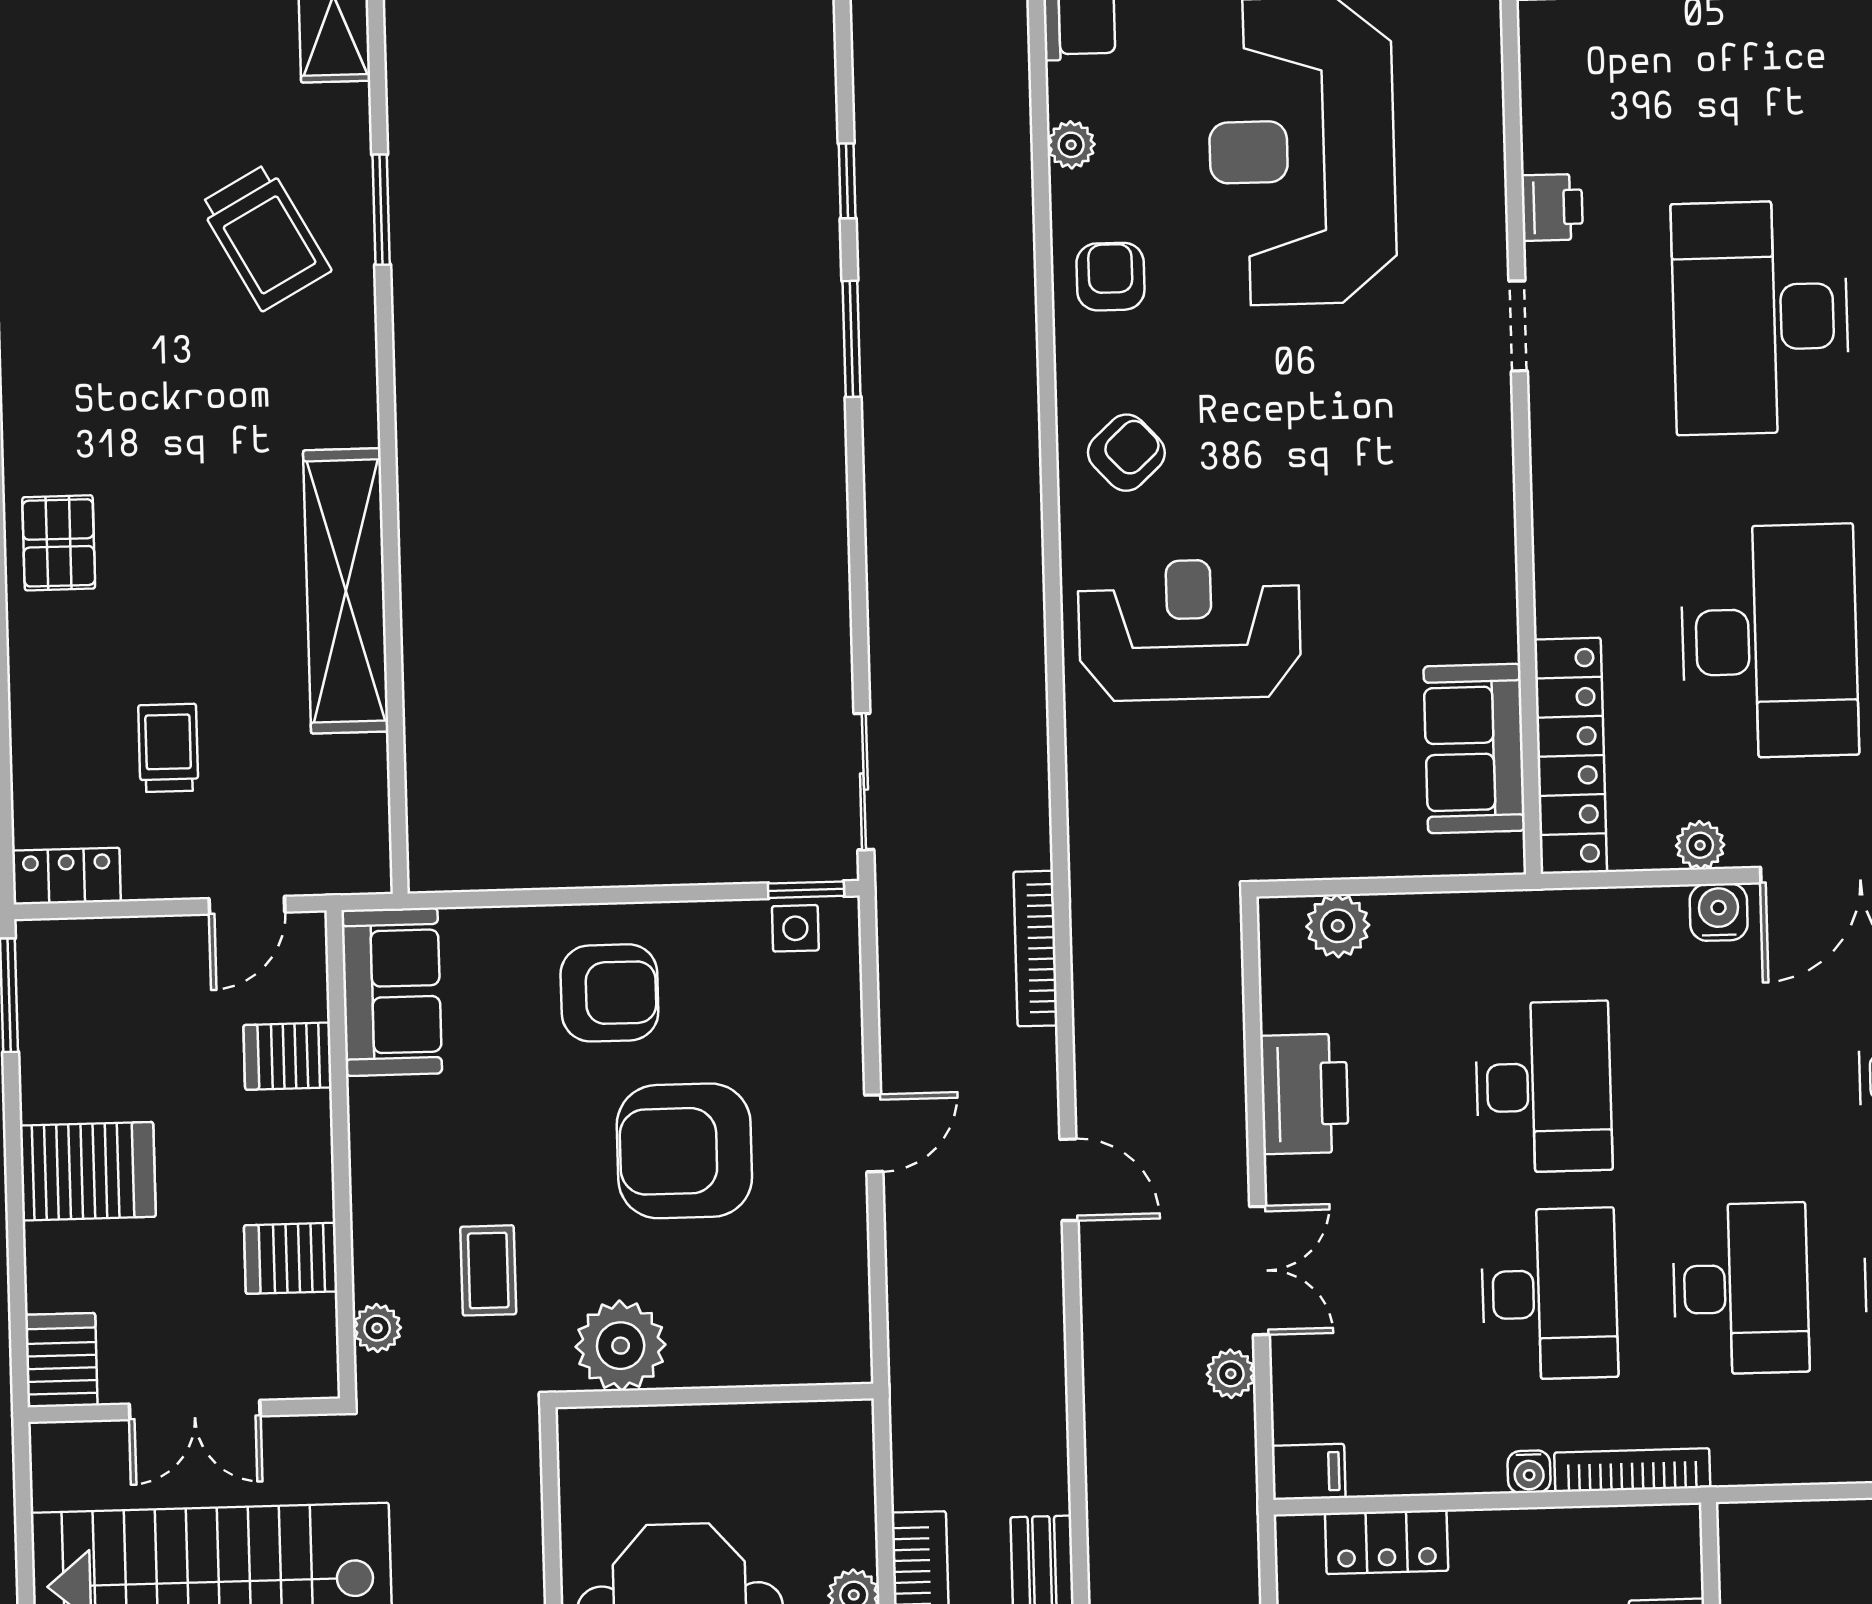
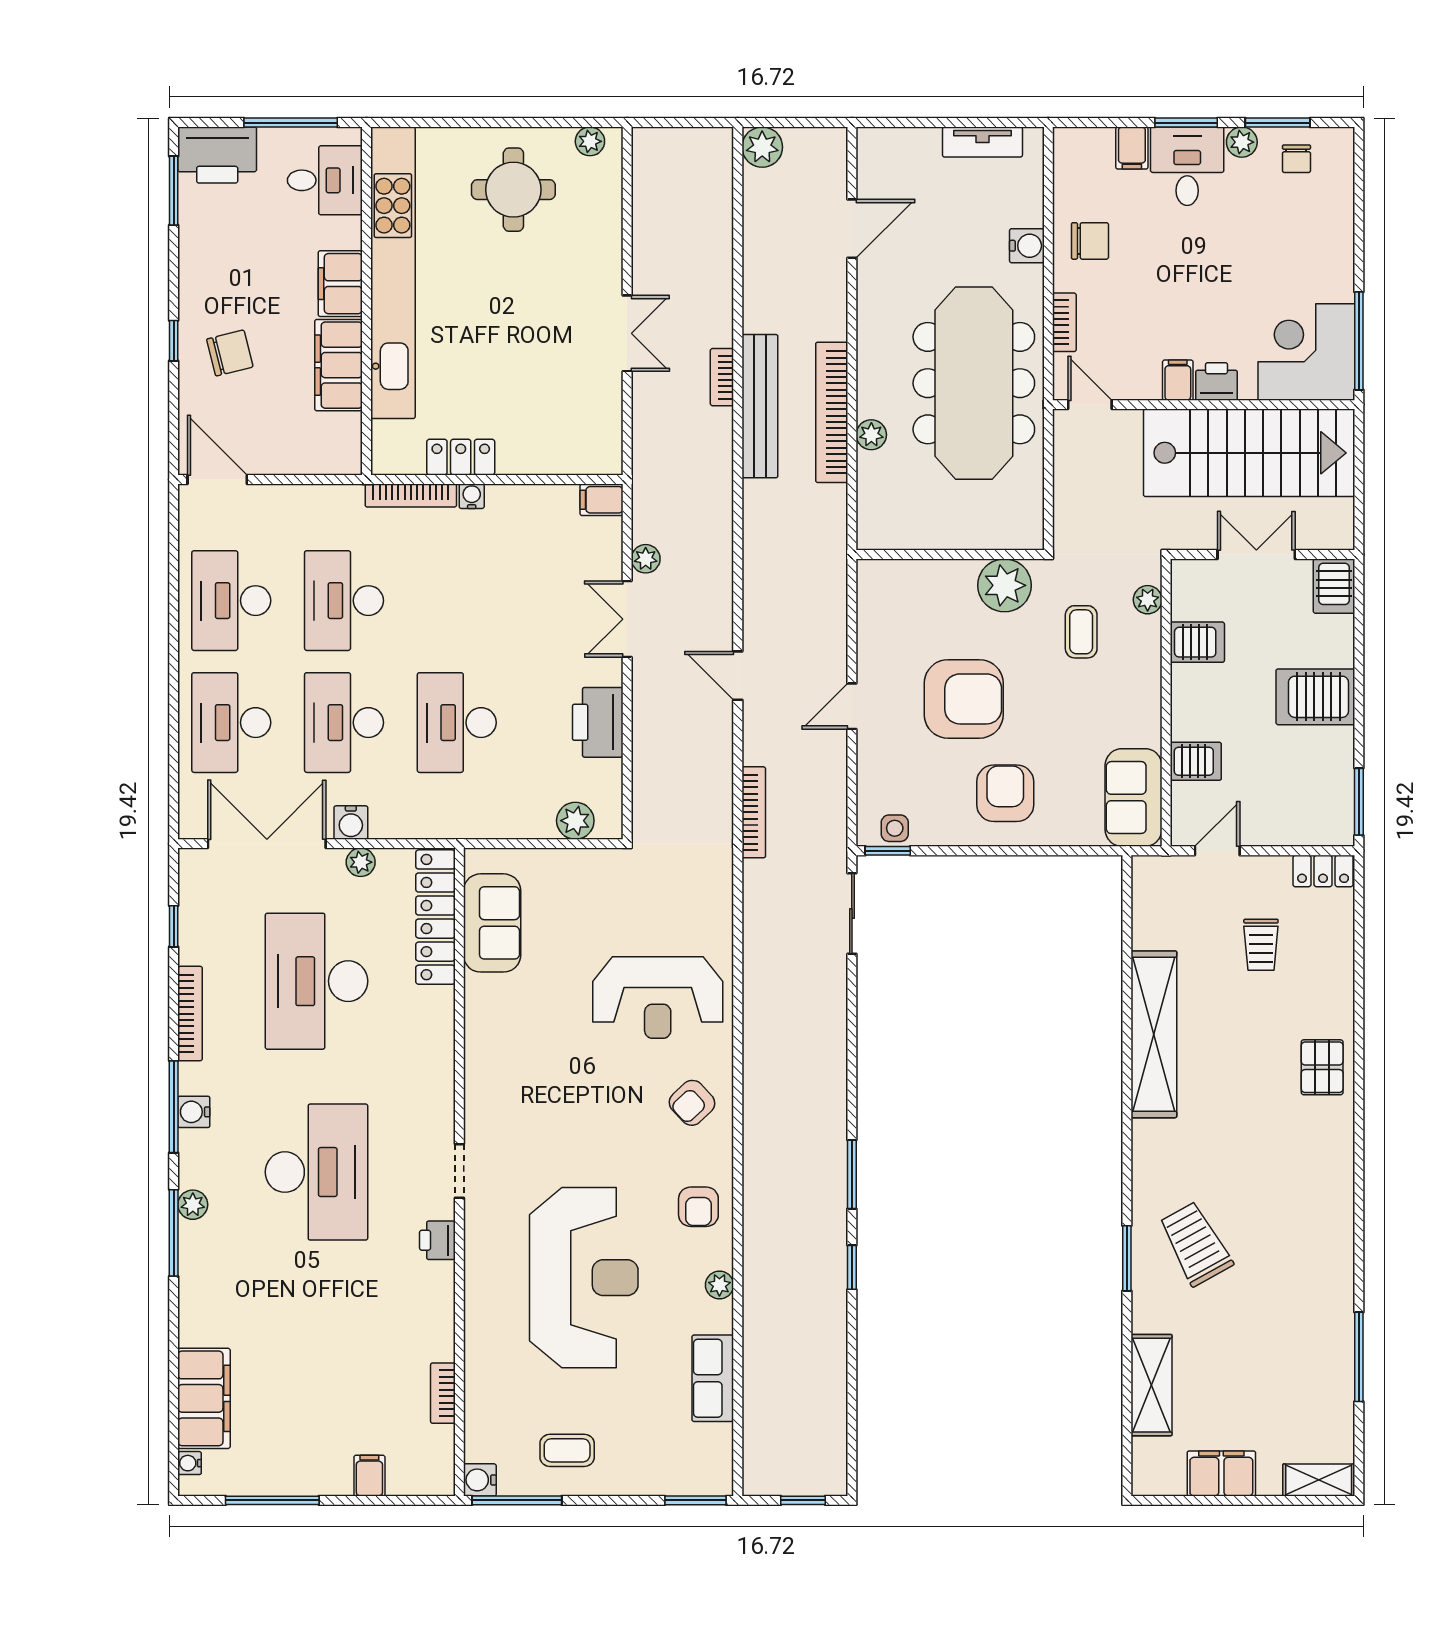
armchair: (609, 993) -> (1005, 793), turned 90
desk: (1549, 1294) -> (344, 723), moved
locker: (1387, 1542) -> (461, 457), moved

